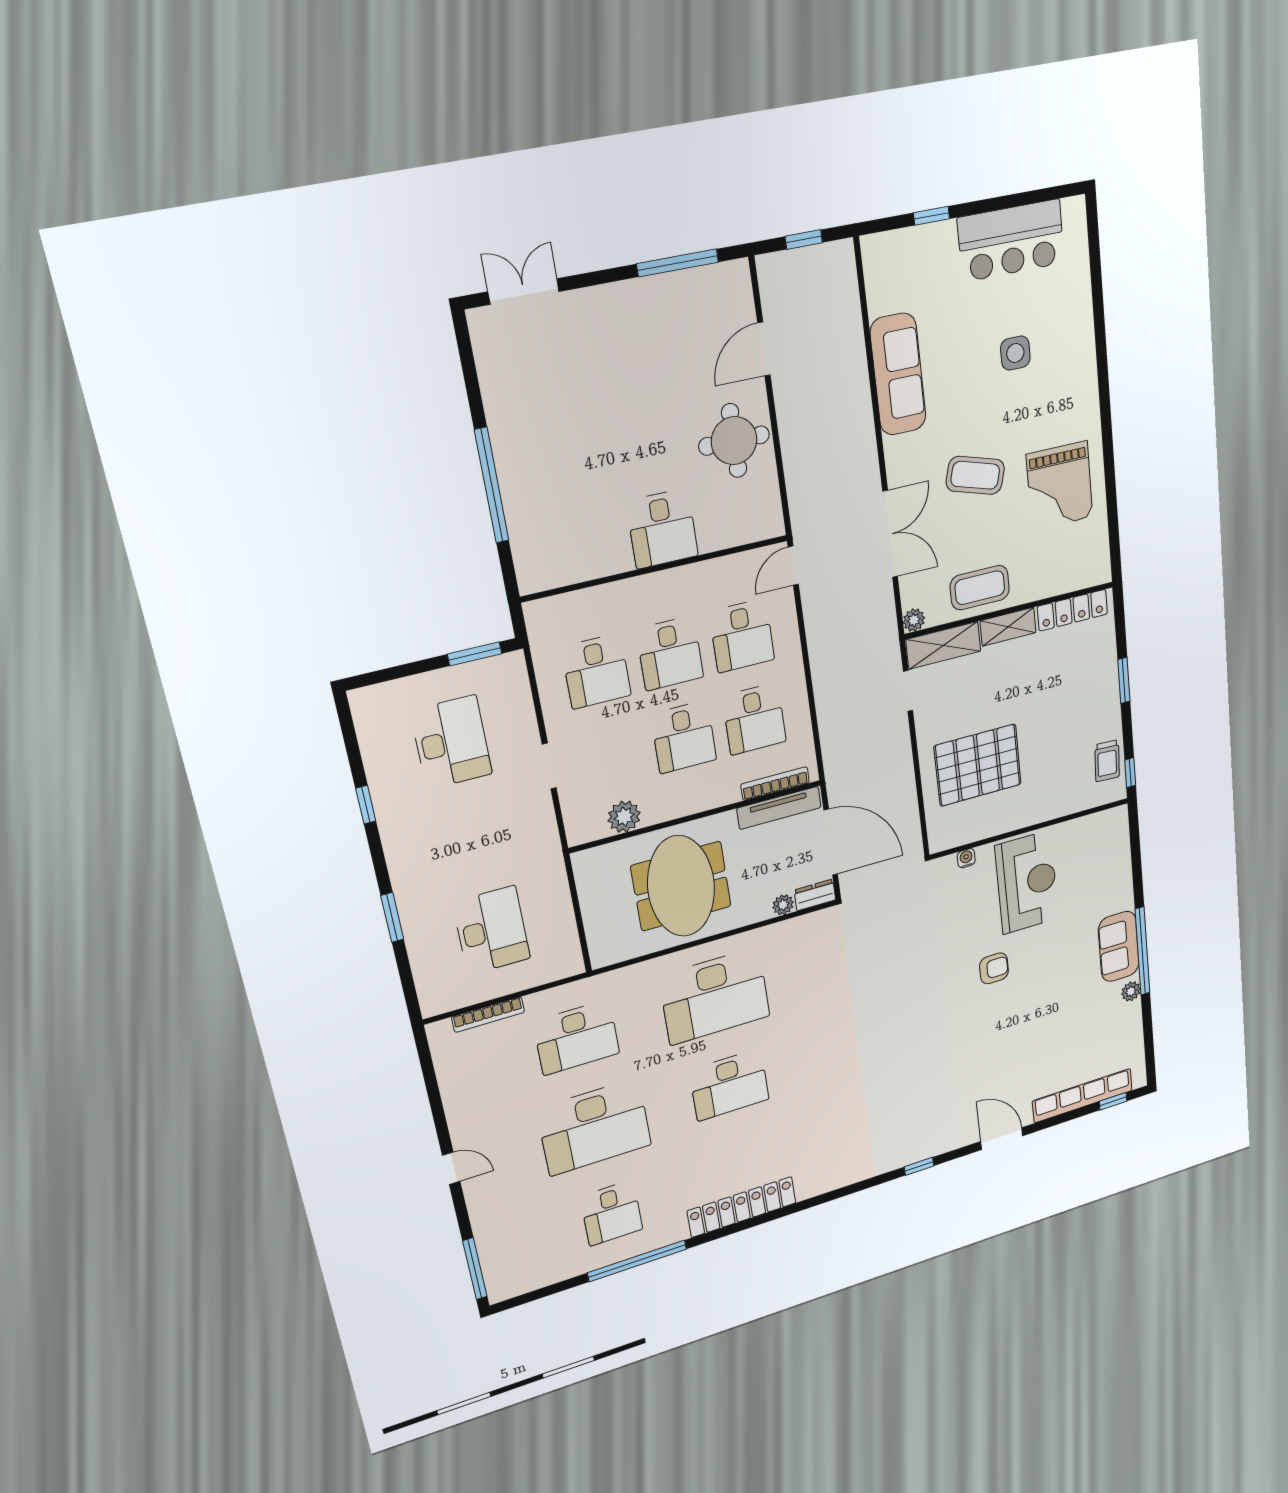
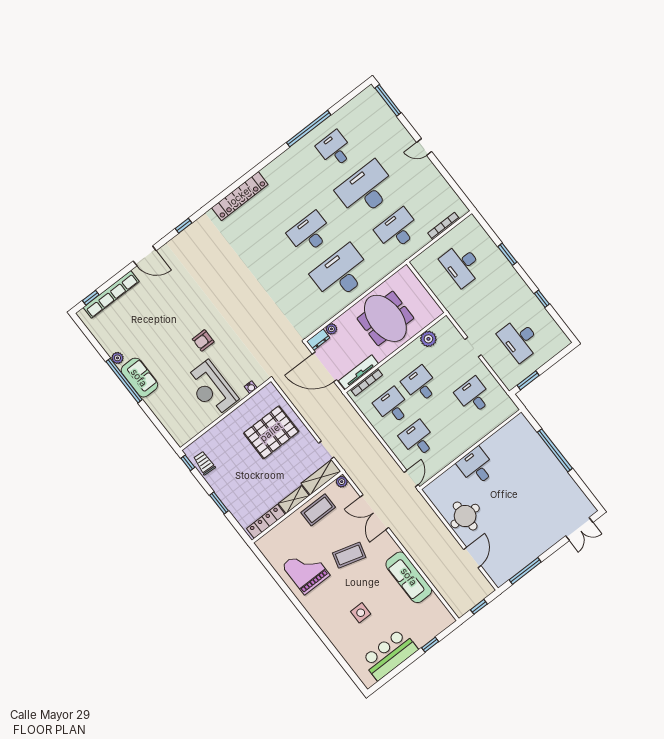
desk: (670, 653) -> (446, 417), removed
locker: (742, 1207) -> (240, 196), moved

